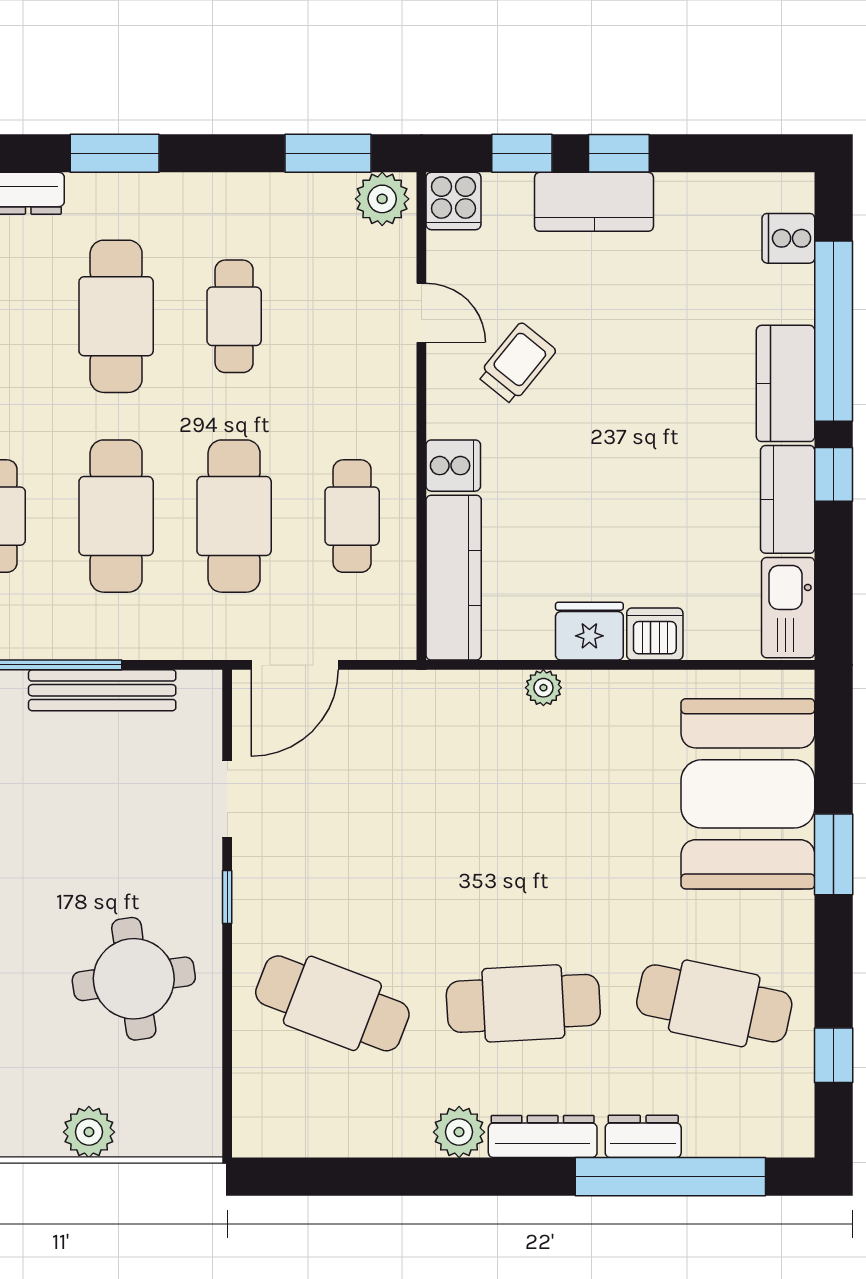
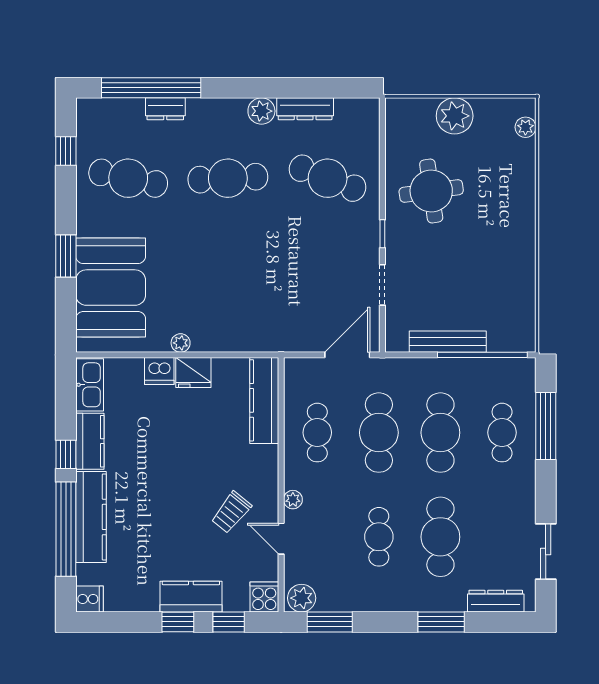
cooker: (788, 238) -> (90, 599), moved
kitchen counter: (786, 383) -> (91, 517), width x1.50
plant: (399, 388) -> (293, 500), added
cooker: (453, 466) -> (264, 459), removed
plant: (543, 688) -> (181, 343), moved
plant: (89, 1132) -> (455, 116), width x1.36, depth x1.36
dresser: (543, 1136) -> (305, 109), moved

